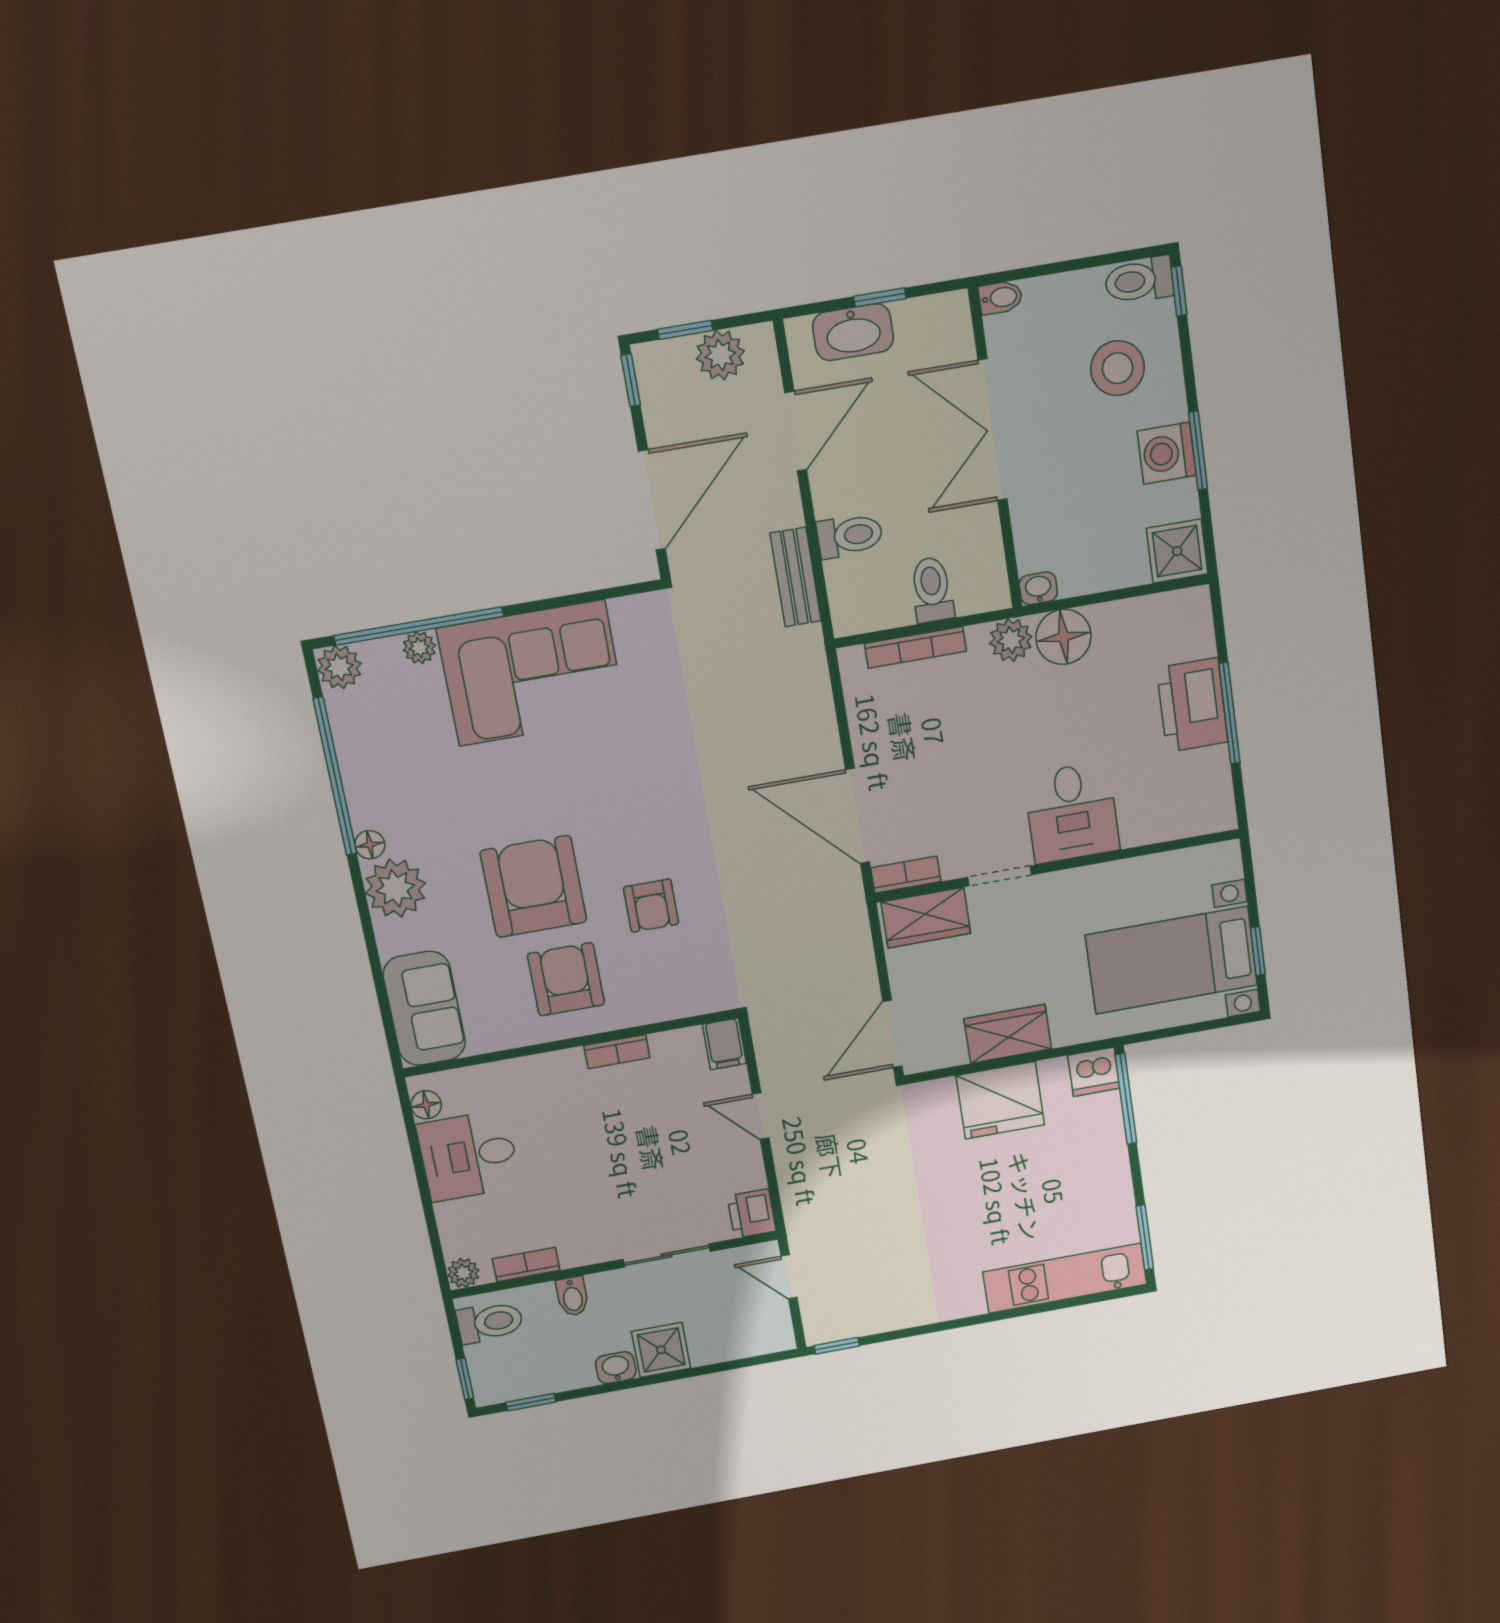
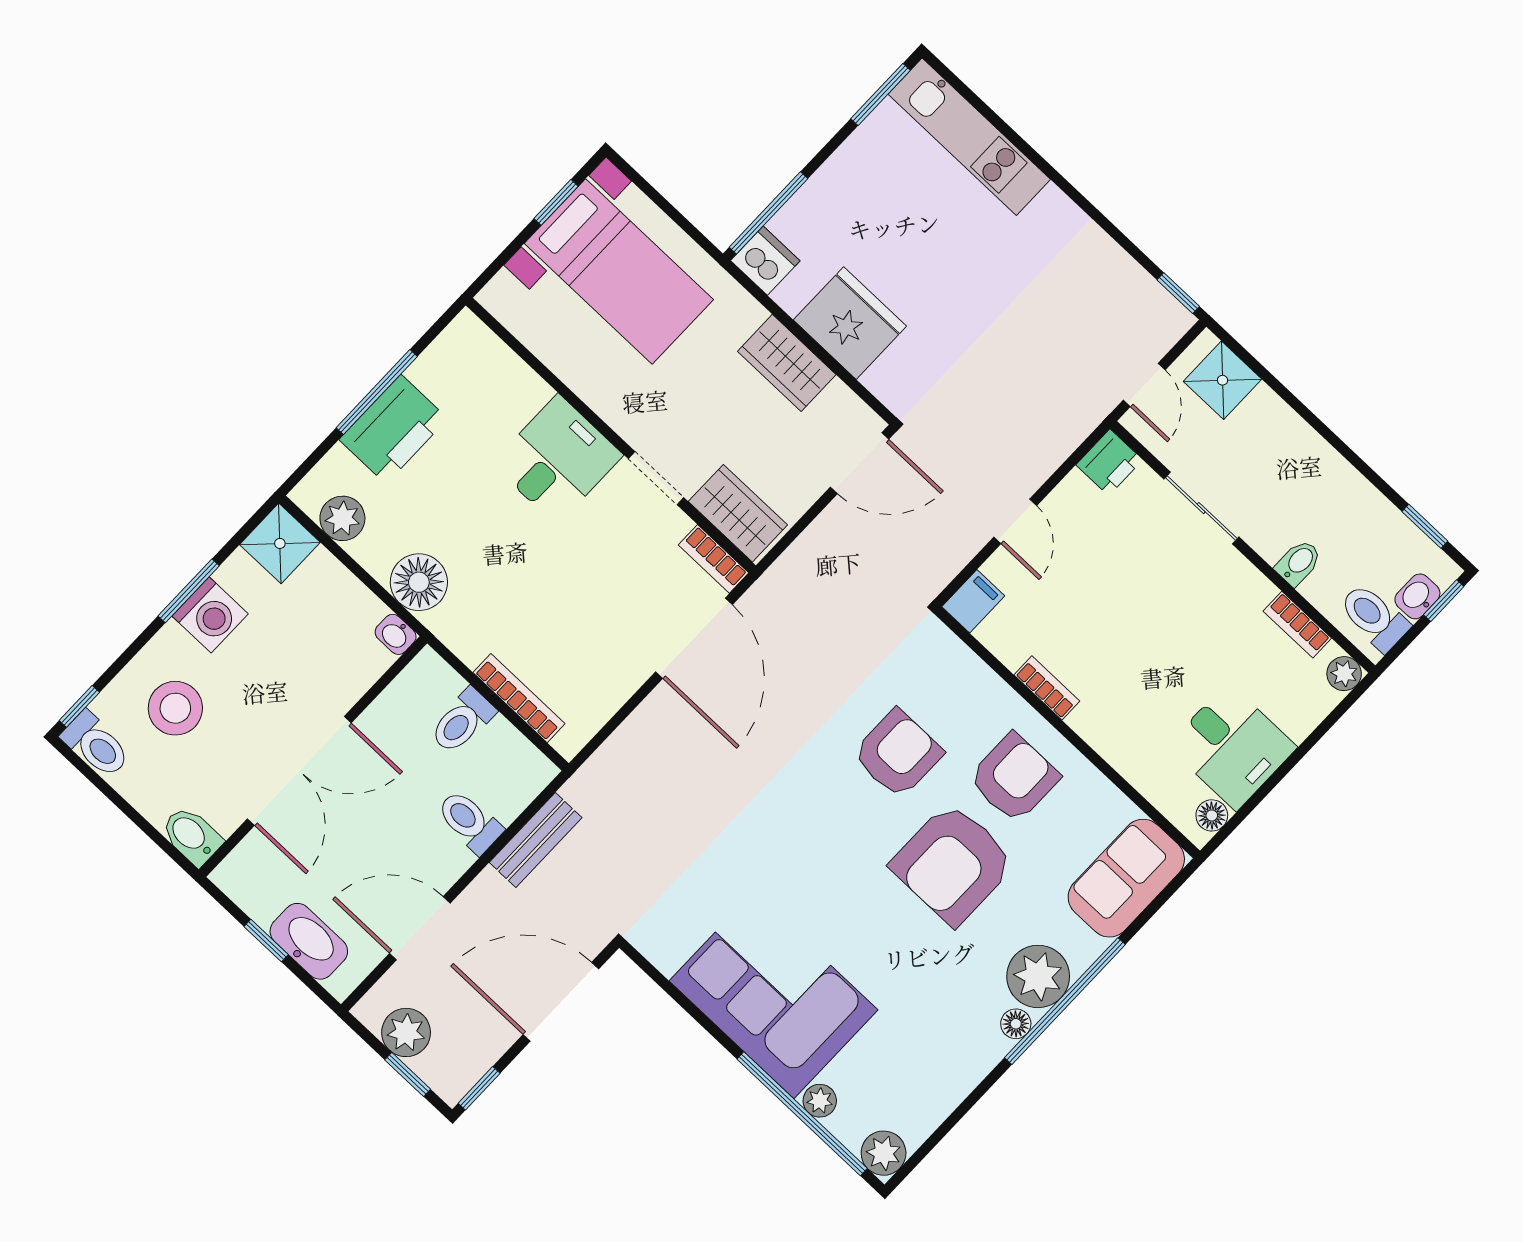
bidet: (1001, 298) -> (192, 836), width x1.38, depth x1.36
plant: (1011, 640) -> (342, 518), moved
window: (335, 776) -> (1065, 1001), moved
armchair: (651, 906) -> (898, 754), width x1.38, depth x1.38
armchair: (566, 979) -> (1014, 778), turned 180
shower: (661, 1350) -> (1222, 380), moved
washbasin: (616, 1368) -> (1417, 596), moved, turned 90

